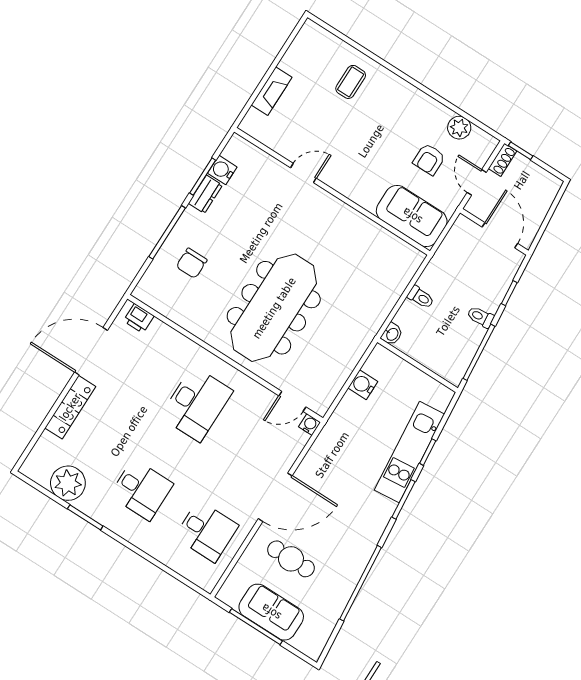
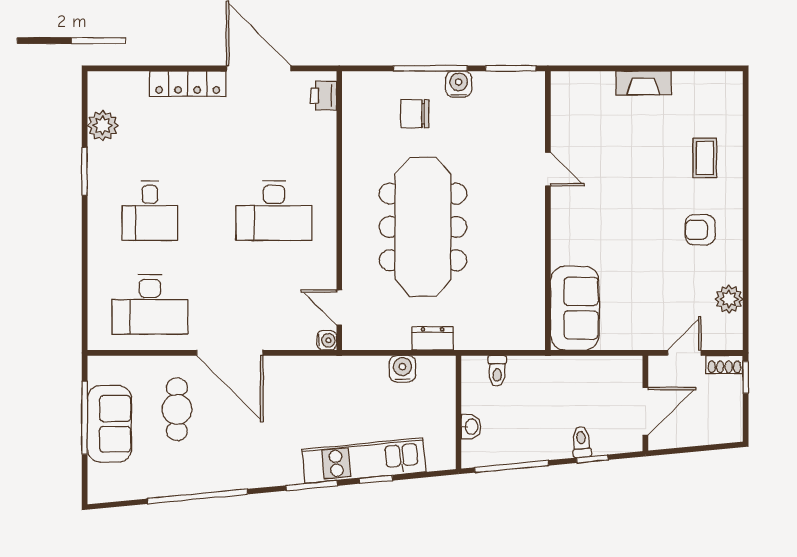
coffee table: (351, 82) -> (705, 158), turned 90
armchair: (429, 159) -> (700, 230), moved
water cooler: (222, 170) -> (459, 84), moved
door: (303, 173) -> (548, 169), moved
wall: (332, 191) -> (548, 211), moved
dresser: (205, 194) -> (432, 338), moved, turned 180
sofa: (412, 216) -> (575, 308), moved
toilet: (421, 297) -> (497, 371), moved
meeting table: (274, 308) -> (423, 227), turned 90
toilet: (481, 317) -> (581, 442), moved
washbasin: (392, 334) -> (471, 427), moved, turned -90
plant: (68, 483) -> (103, 126), width x0.73, depth x0.73
desk: (206, 531) -> (150, 304), width x1.37

